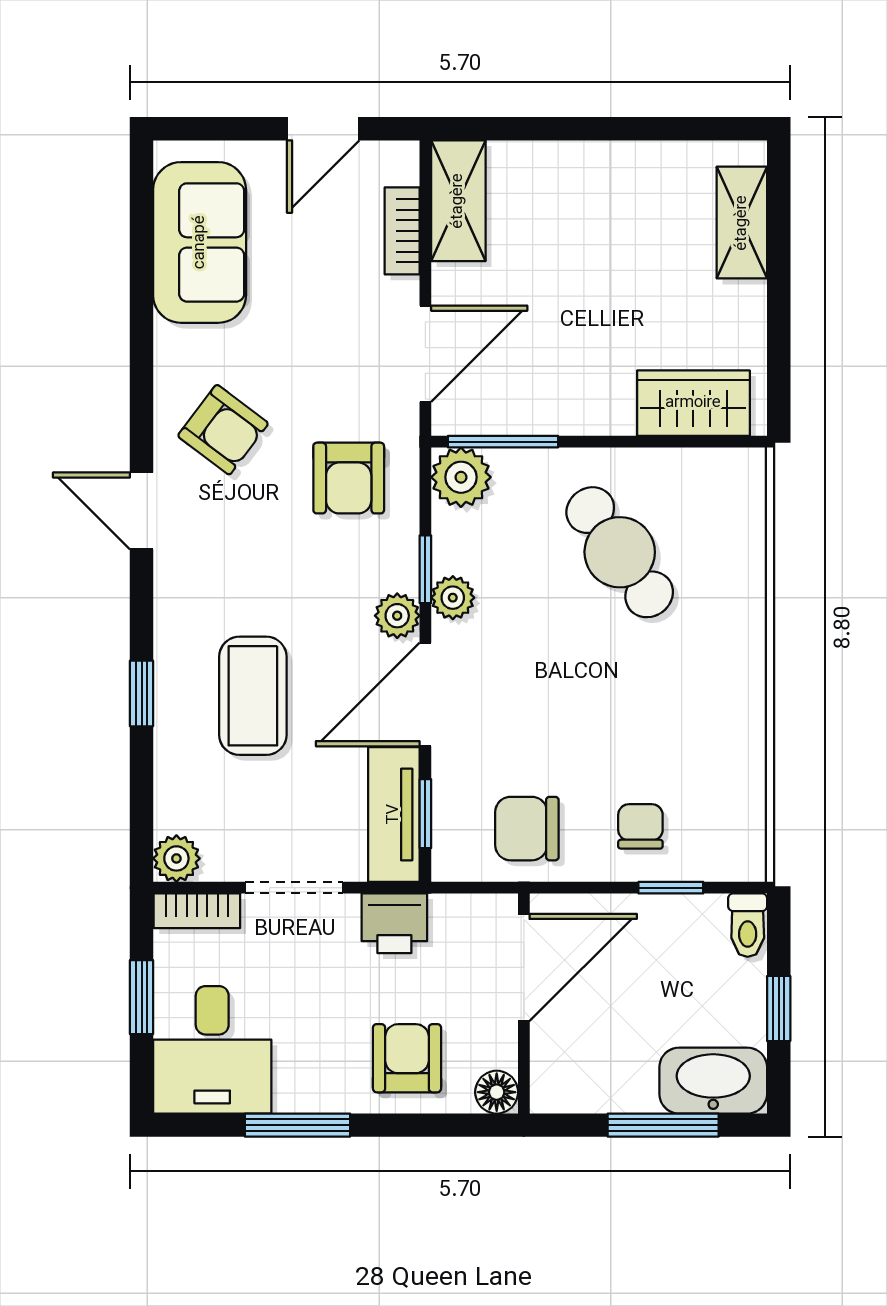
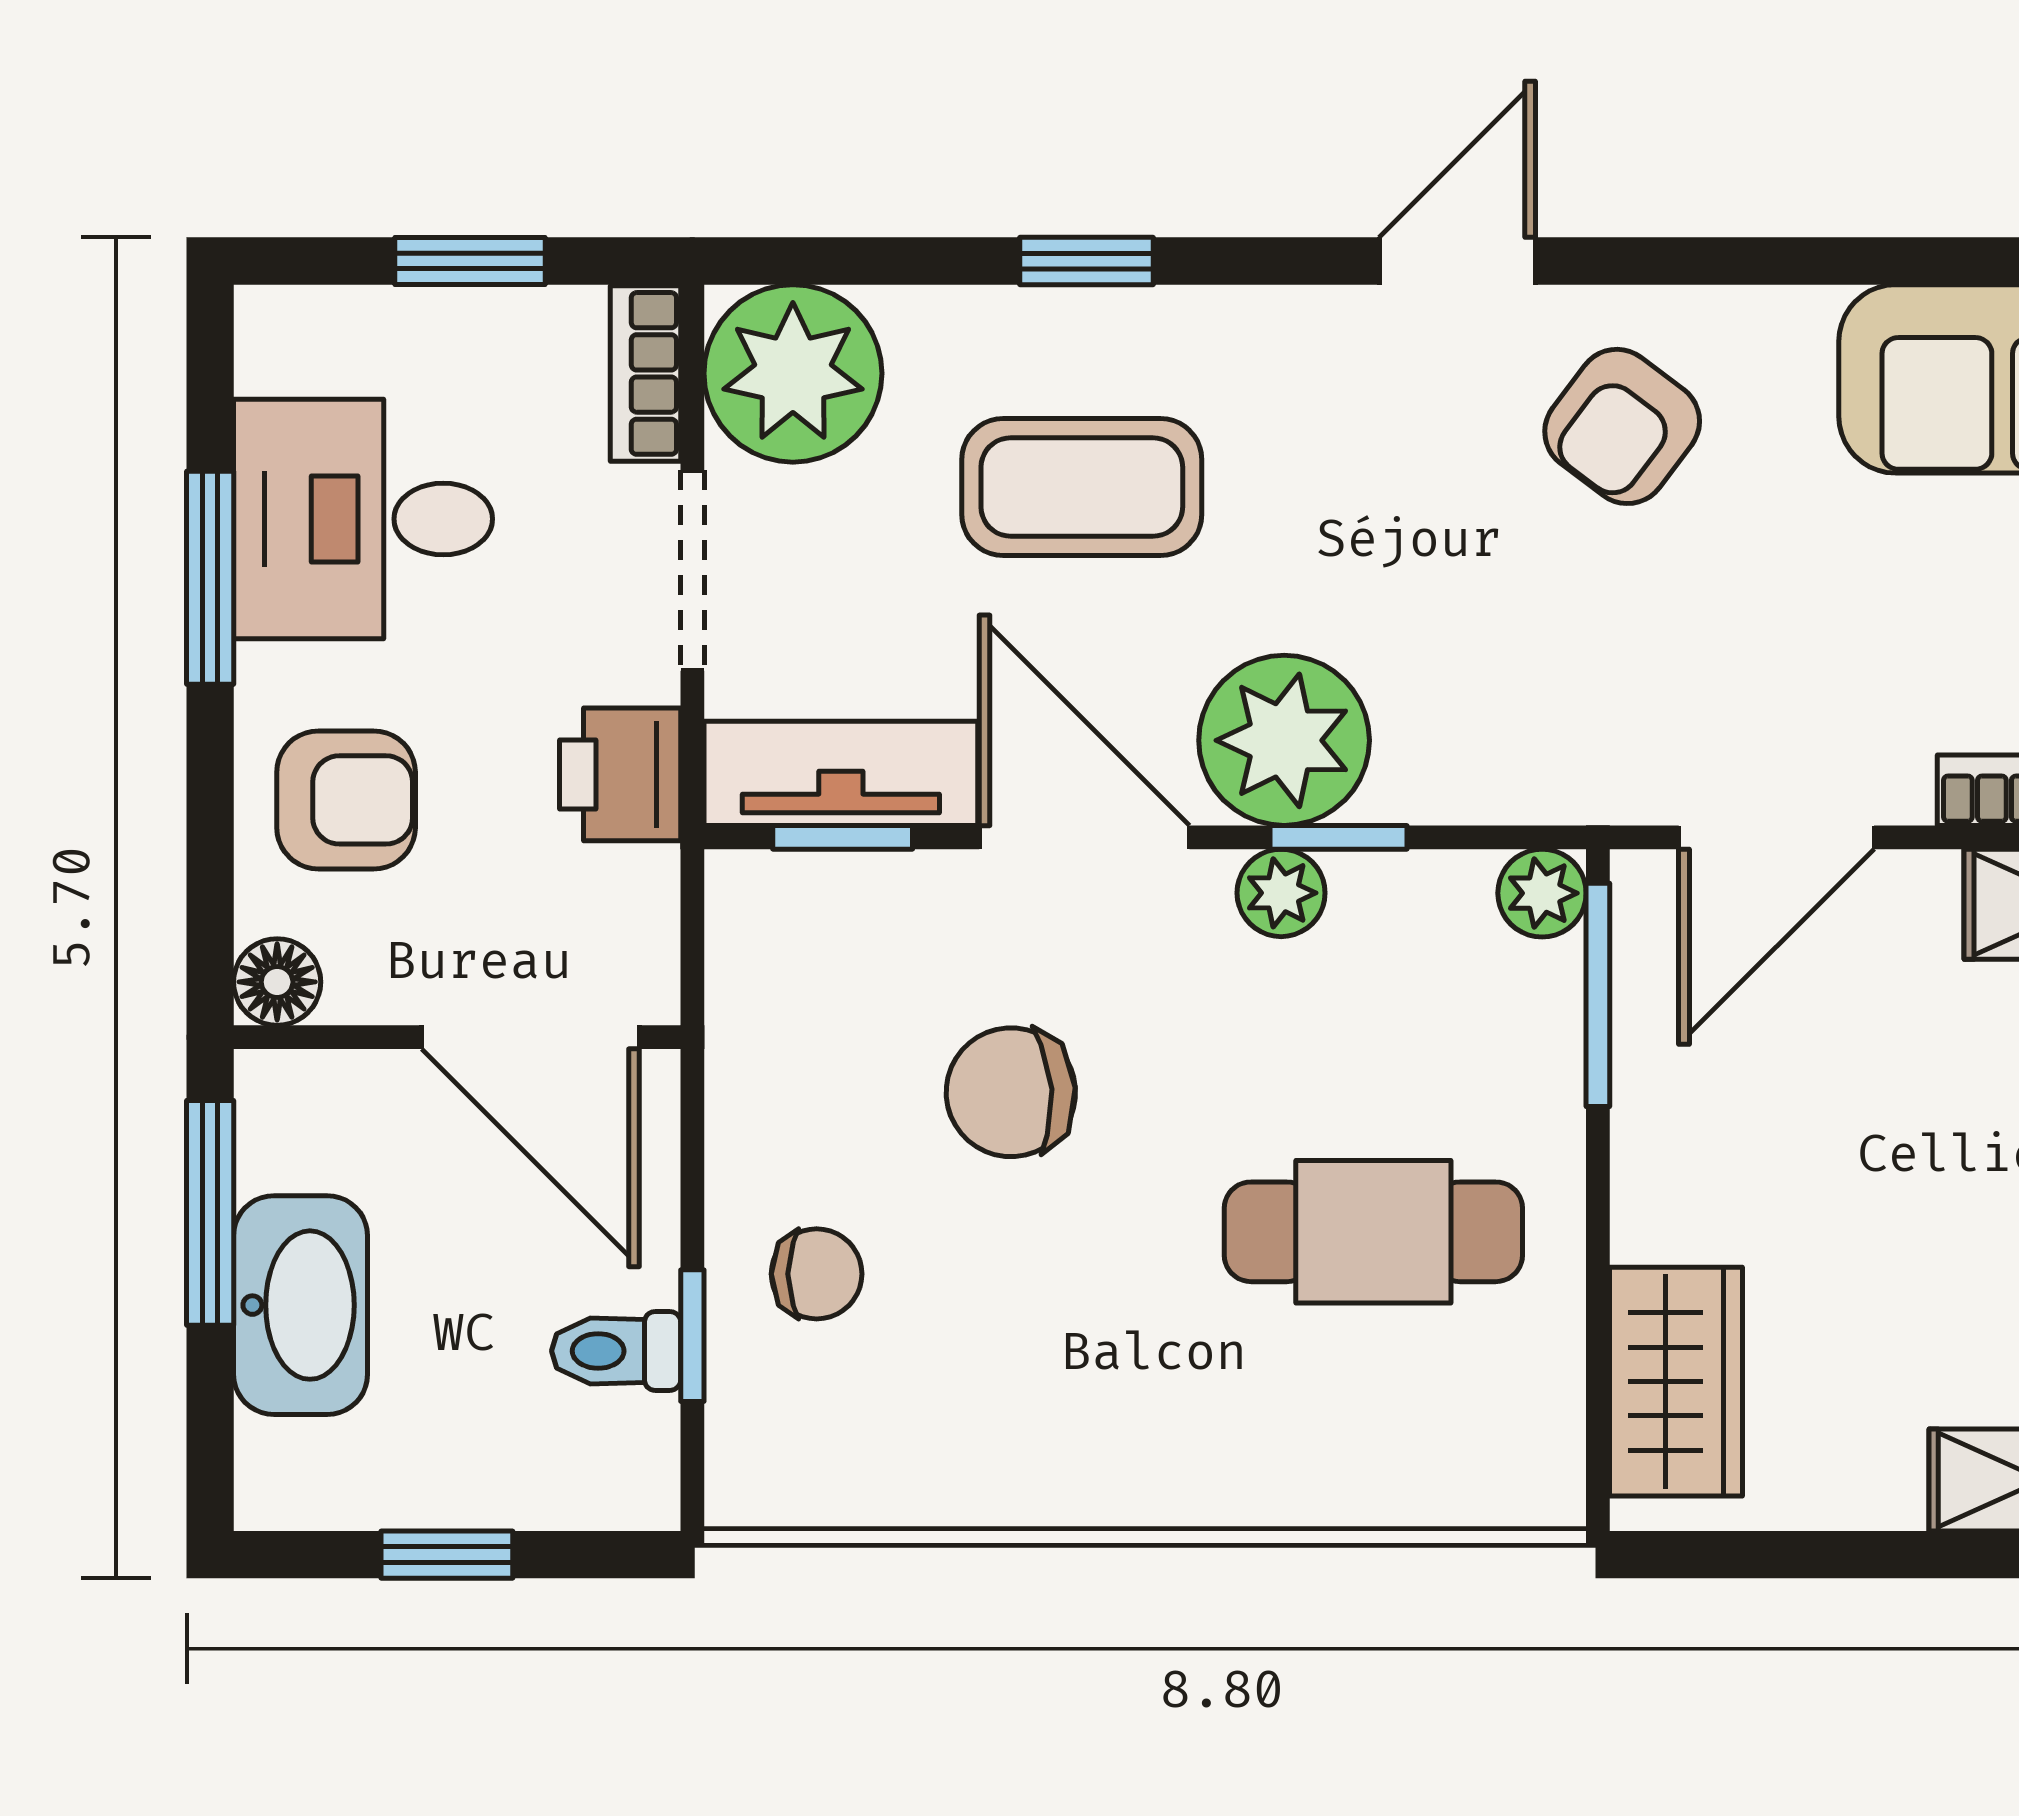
door: (425, 354) -> (1776, 837), hinge flipped
plant: (461, 477) -> (1542, 893), width x0.73, depth x0.73
armchair: (349, 478) -> (1524, 682), removed
cafe table: (620, 552) -> (1373, 1232), turned 35
plant: (397, 616) -> (1284, 740), width x1.87, depth x1.87
chair: (527, 829) -> (1011, 1092), moved, turned -94
plant: (176, 858) -> (793, 373), width x1.87, depth x1.87
toilet: (748, 925) -> (616, 1351), moved
desk: (212, 1050) -> (363, 519), moved
washbasin: (713, 1081) -> (301, 1305), moved
window: (663, 1125) -> (210, 1213), moved

